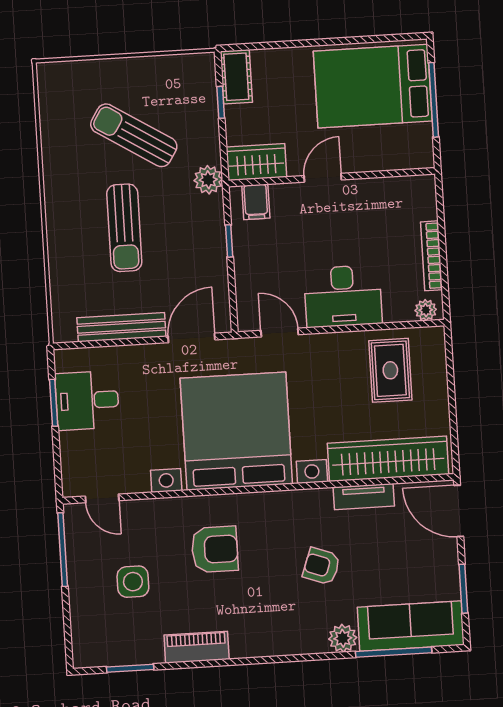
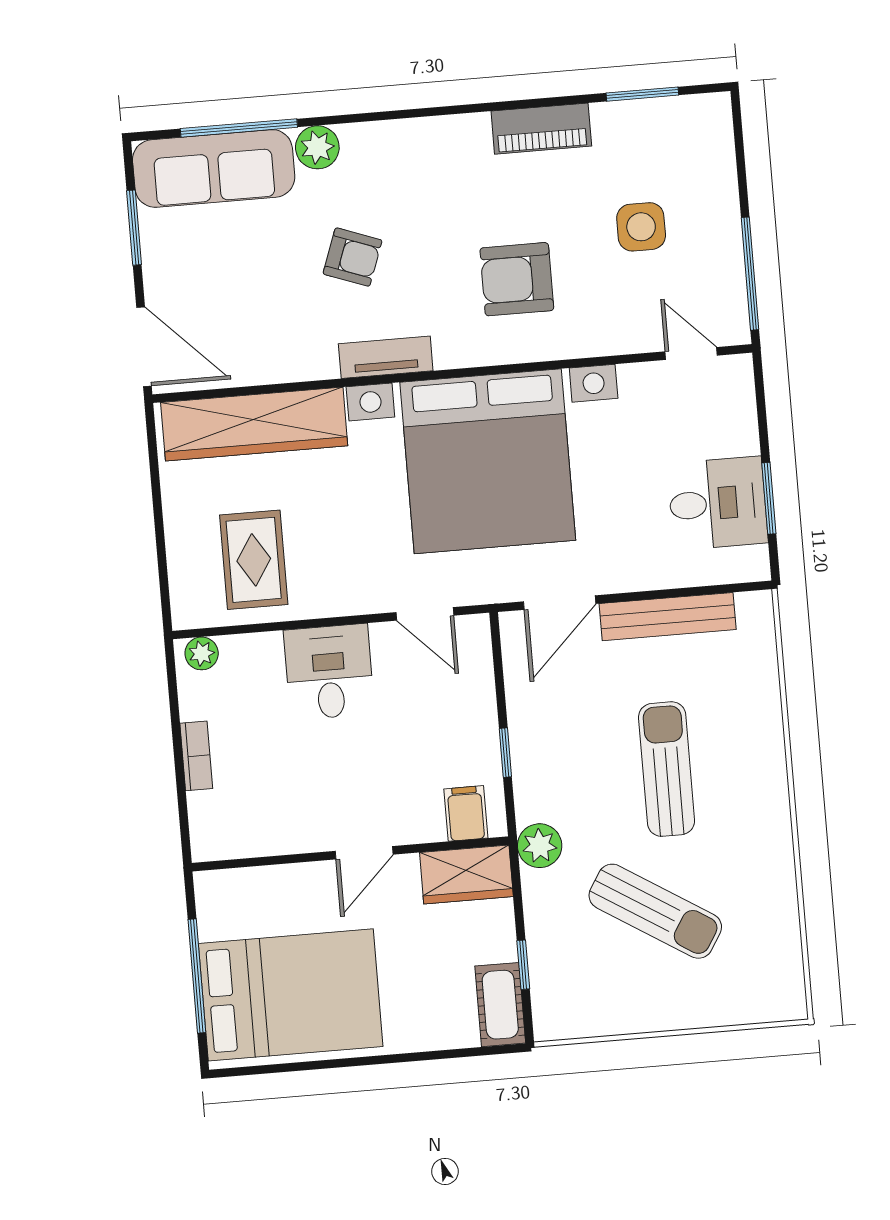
bookcase: (431, 256) -> (196, 756), width x0.64
desk: (343, 296) -> (329, 672), width x0.73
tv unit: (364, 497) -> (386, 357), moved

